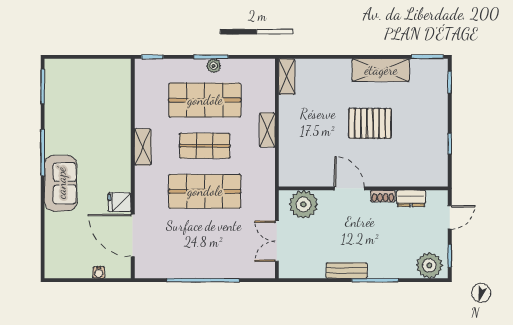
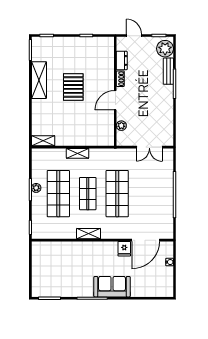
plant: (303, 204) -> (121, 126), width x0.53, depth x0.53
bench: (347, 271) -> (168, 71), moved

